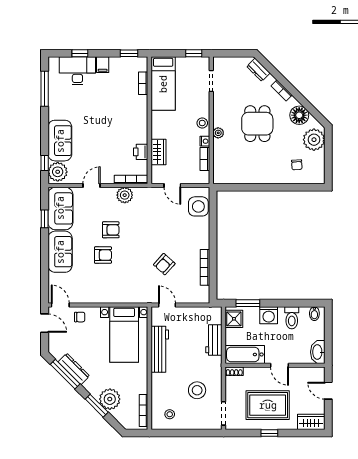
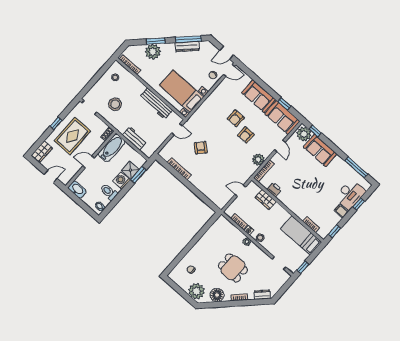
side table: (198, 206) -> (216, 195), removed
shower: (234, 319) -> (131, 170), moved

